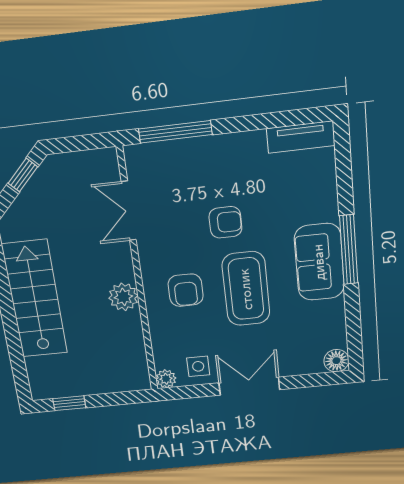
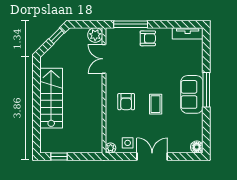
armchair: (225, 222) -> (148, 38), moved
coffee table: (246, 289) -> (156, 104), width x0.54, depth x0.58
plant: (123, 297) -> (95, 35), moved

